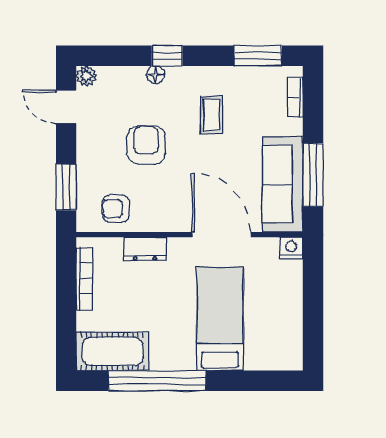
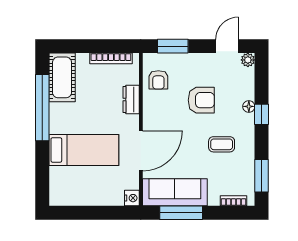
armchair: (116, 209) -> (158, 80), turned 180

